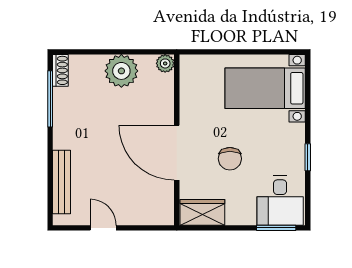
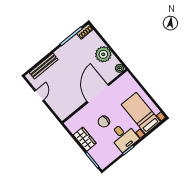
door: (177, 153) -> (98, 93), moved
desk: (280, 201) -> (124, 137), moved, turned -90
wardrobe: (202, 212) -> (85, 139), moved

